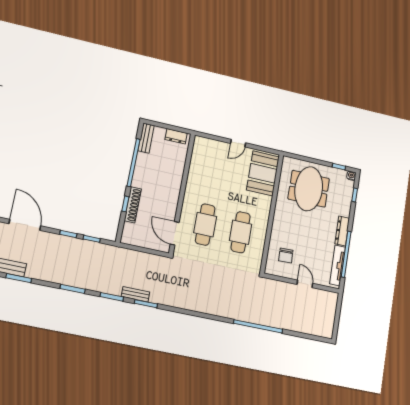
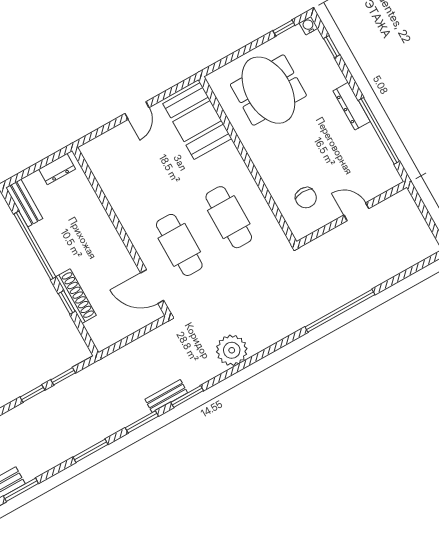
tv unit: (337, 265) -> (379, 154), removed
plant: (188, 300) -> (232, 350), added

